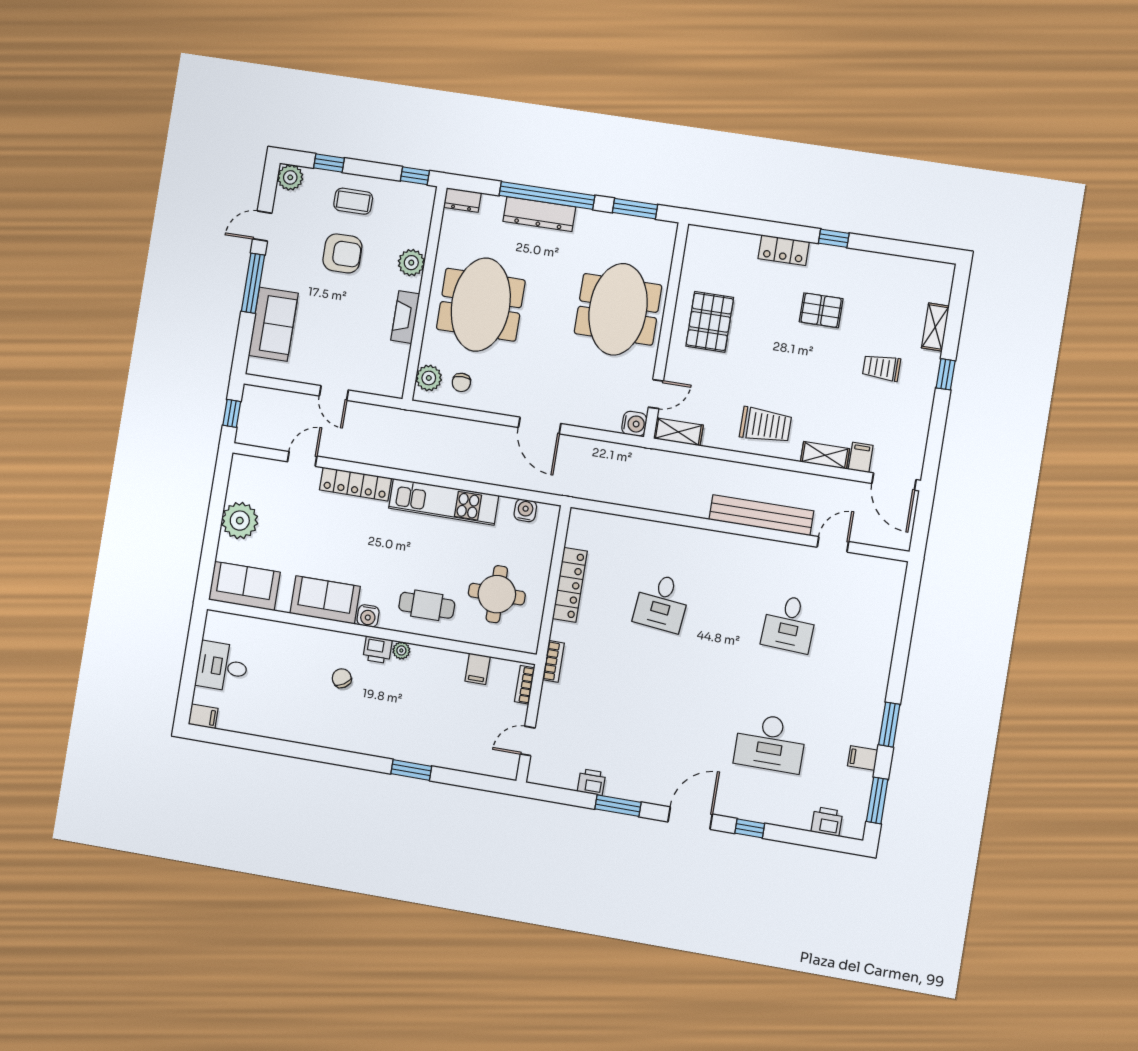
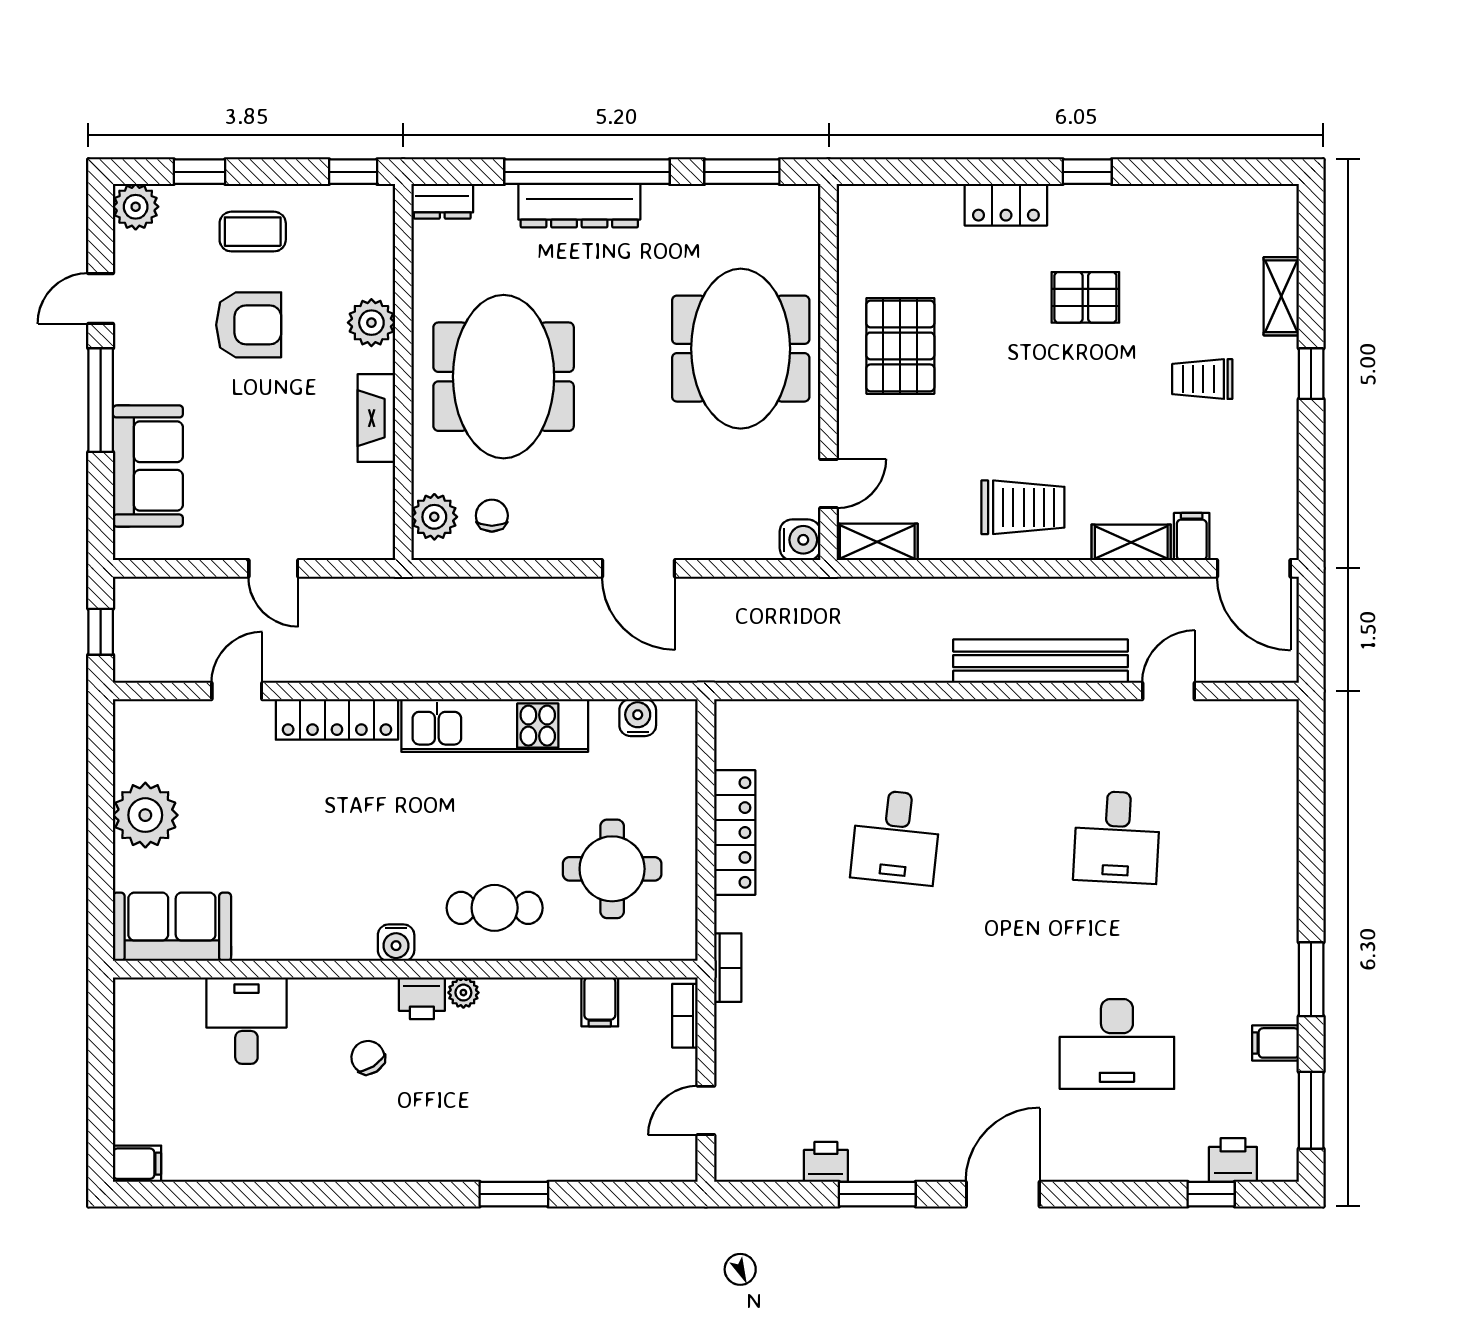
chair: (461, 382) -> (492, 516), turned 180
sofa: (325, 600) -> (317, 928), removed
desk: (222, 667) -> (246, 1021), moved, turned 90
window: (750, 828) -> (1211, 1194), moved

